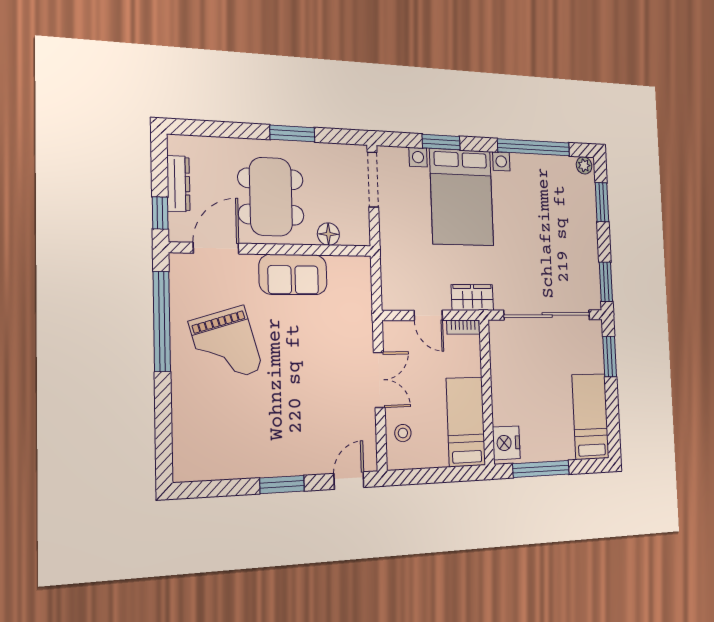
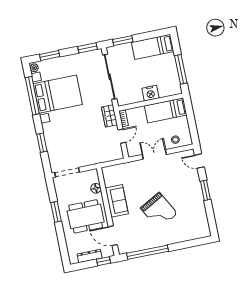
bed with nightstands: (462, 197) -> (58, 94), moved
grand piano: (226, 346) -> (159, 211), moved, turned 77
nightstand: (506, 443) -> (150, 93), moved

